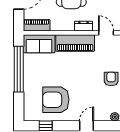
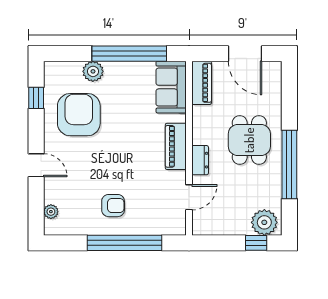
piano: (75, 43) -> (176, 146), width x0.73, depth x0.75
plant: (30, 91) -> (93, 71), added

